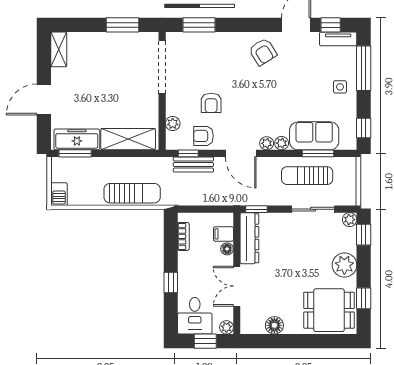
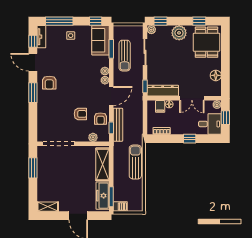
window: (199, 25) -> (33, 93), moved
armchair: (263, 52) -> (49, 83), turned 122
sofa: (314, 136) -> (100, 40), moved
bench: (193, 165) -> (118, 125), width x1.36
barbecue: (59, 194) -> (120, 207), moved

